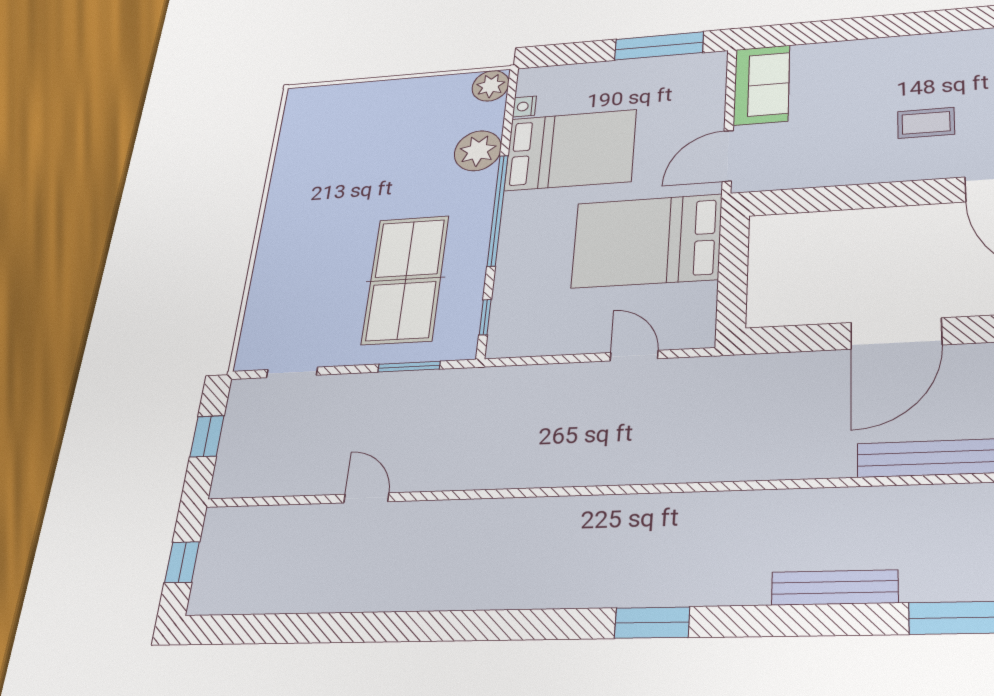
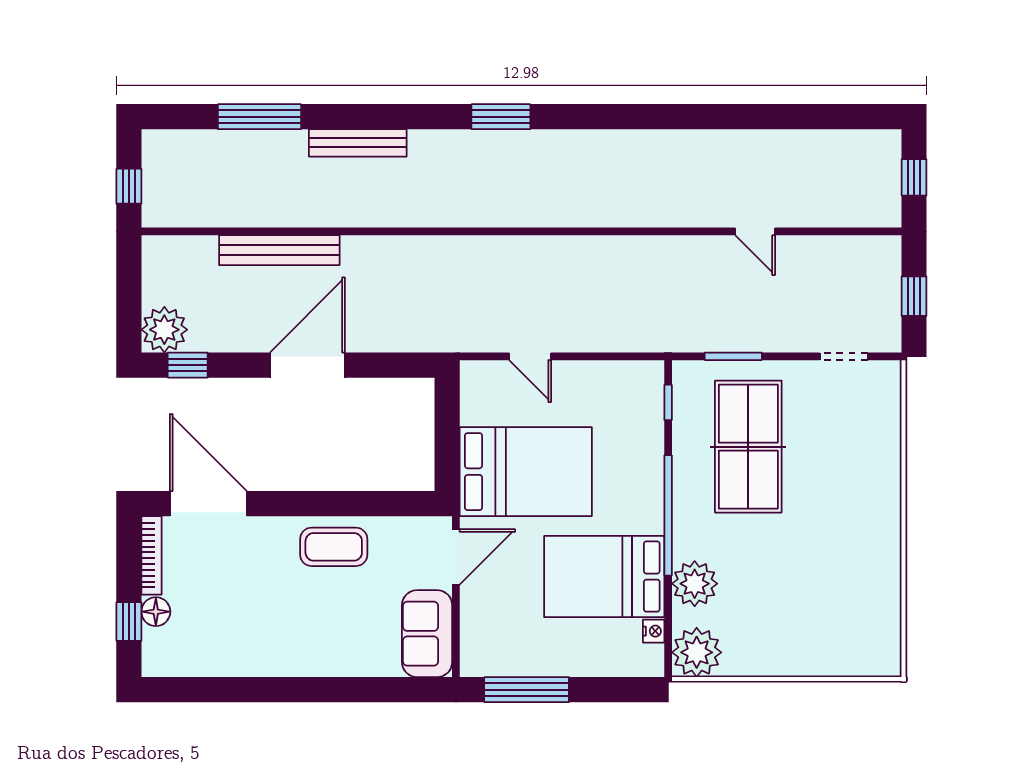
plant: (490, 86) -> (697, 652), width x1.36, depth x1.36
coffee table: (926, 123) -> (334, 547), moved, width x1.36, depth x1.30

